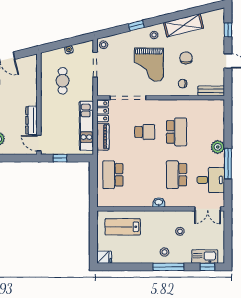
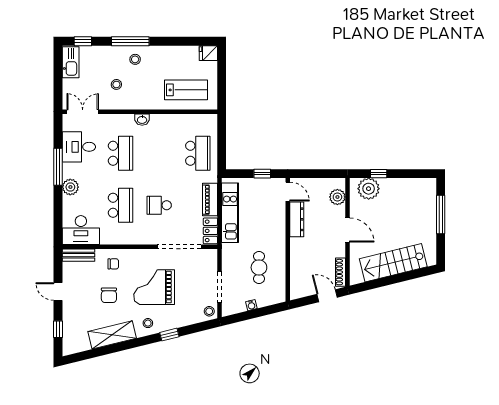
grand piano: (149, 65) -> (154, 287), turned -90
desk: (209, 112) -> (81, 230), added
school desk: (177, 132) -> (120, 205), turned 180
kitchen sink: (205, 257) -> (71, 62), moved, turned -90

